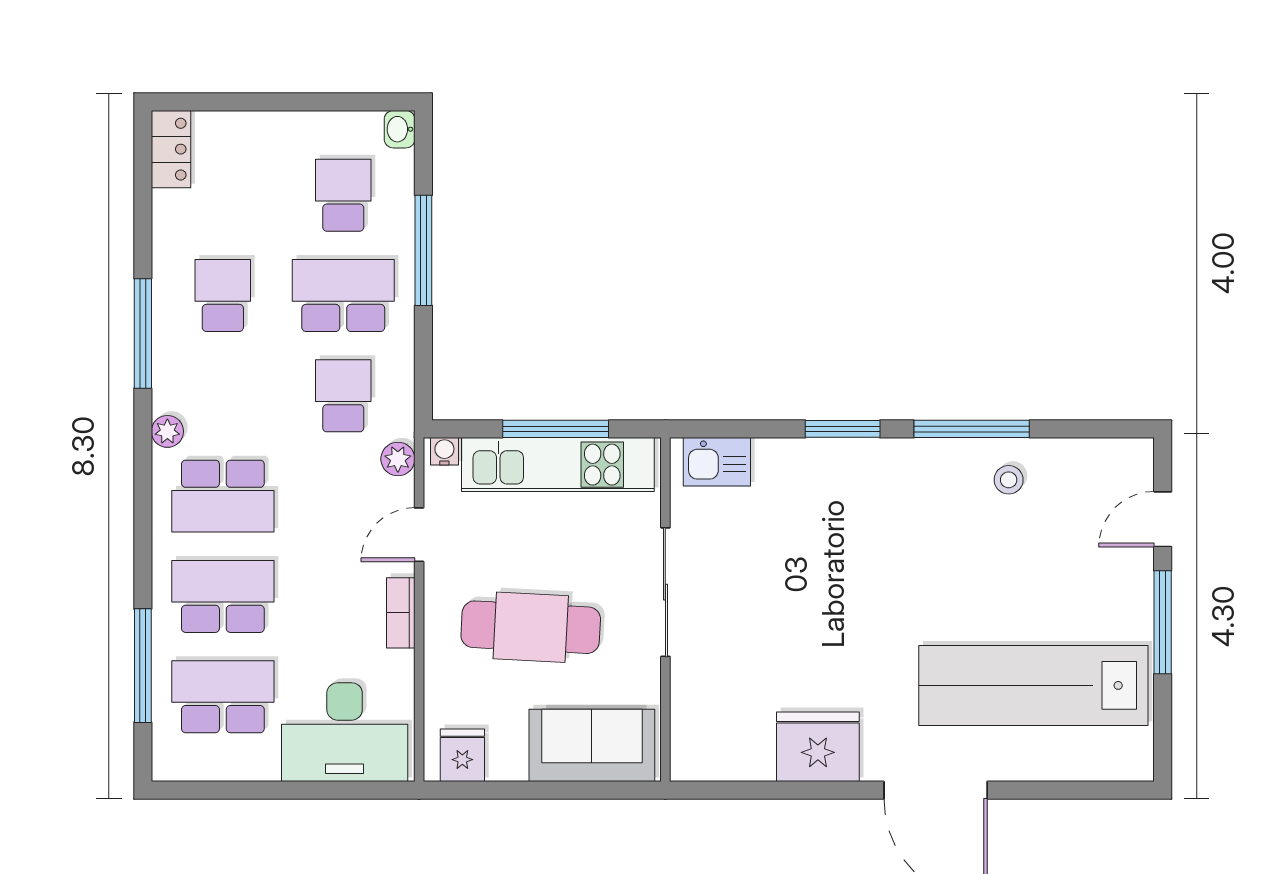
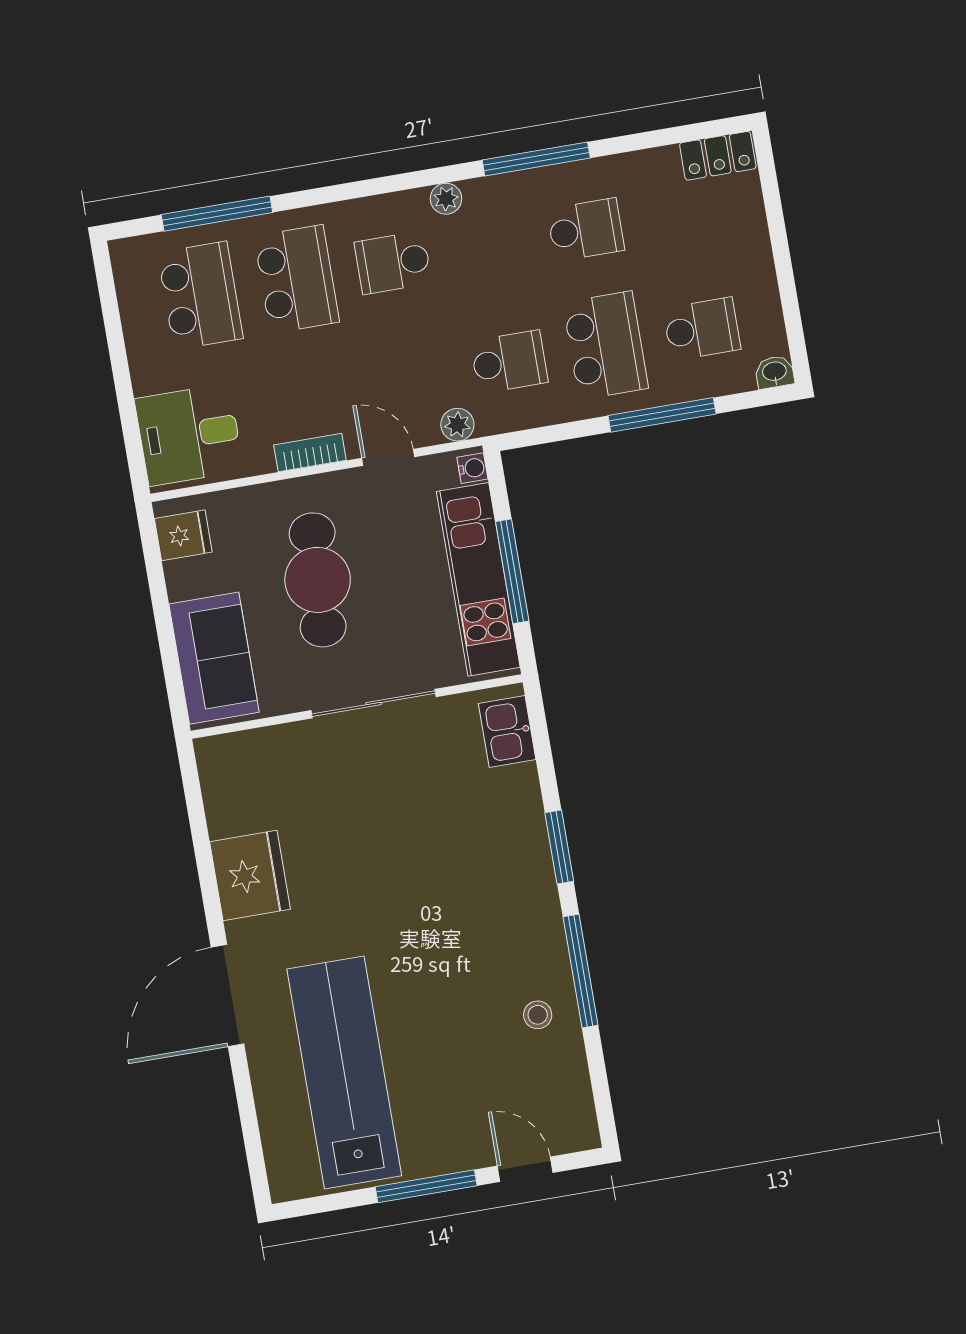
school desk: (223, 496) -> (393, 263), width x0.54
desk: (345, 732) -> (189, 435), width x0.73

